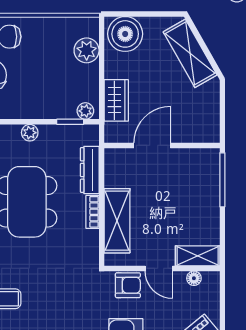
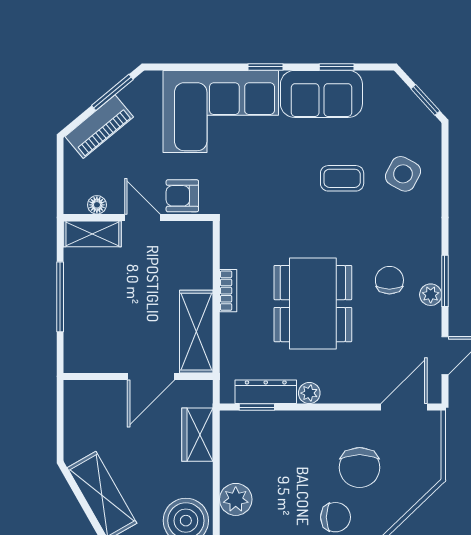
plant: (85, 111) -> (237, 421), removed
dresser: (90, 170) -> (266, 392), moved, turned -90
window: (222, 180) -> (60, 297), moved
shelving: (117, 221) -> (196, 332), moved

